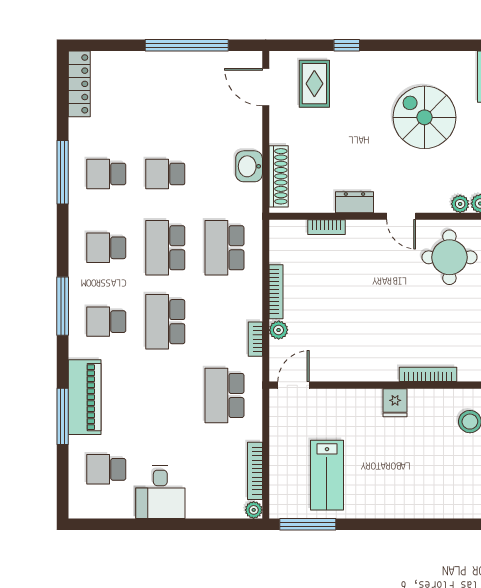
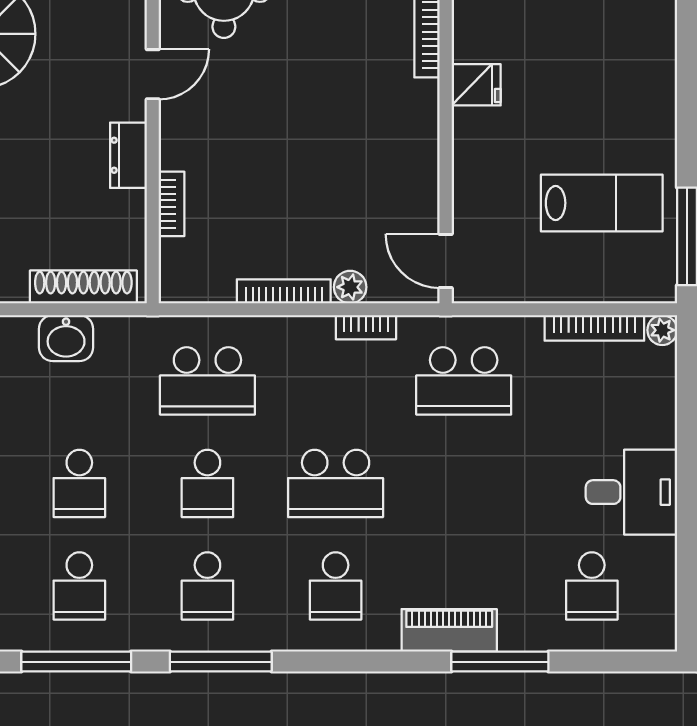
school desk: (165, 248) -> (207, 483), width x0.54
window: (63, 306) -> (221, 662), moved
piano: (85, 397) -> (449, 630), width x0.73, depth x0.75

